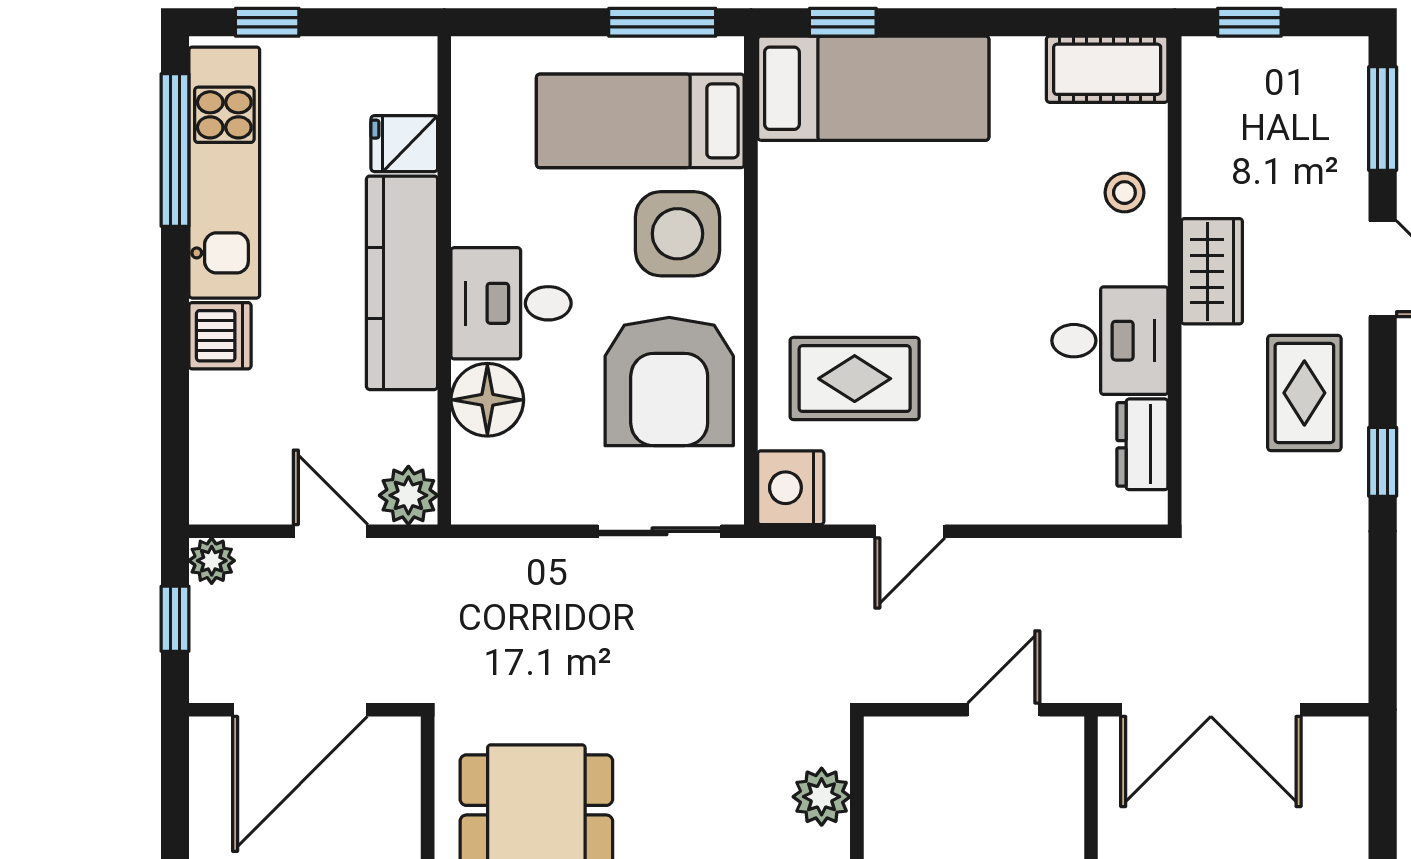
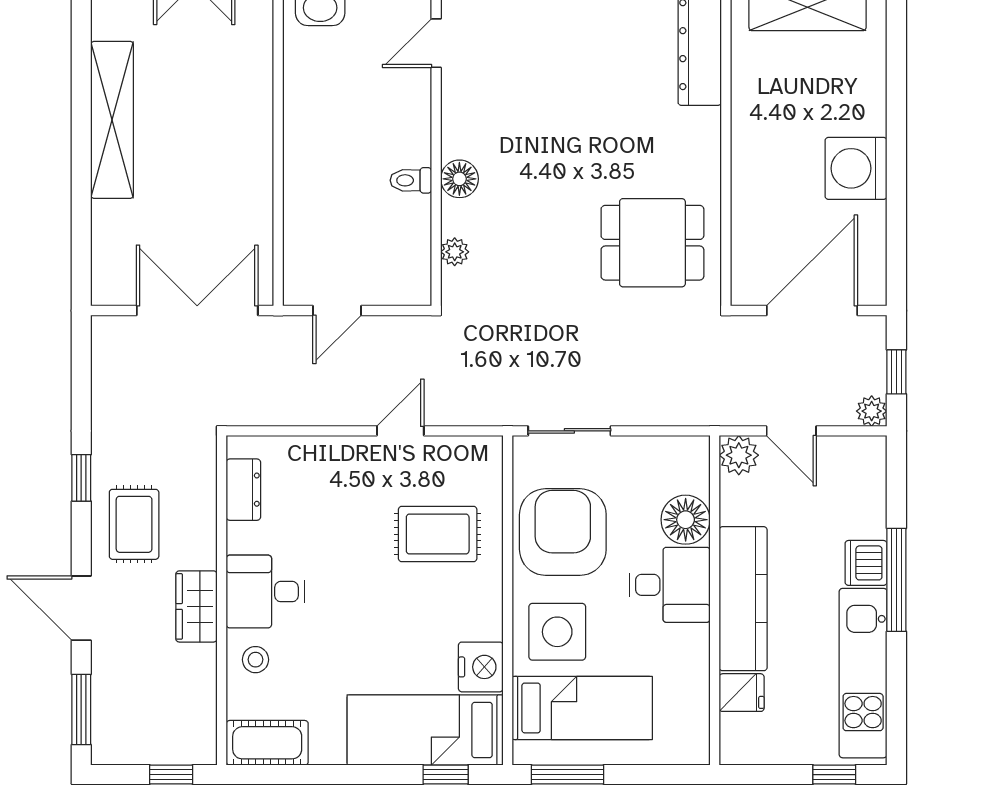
window: (175, 150) -> (896, 580), moved
desk: (1110, 341) -> (265, 592), moved
nightstand: (791, 488) -> (481, 667), moved
plant: (822, 797) -> (455, 252), width x0.73, depth x0.73

